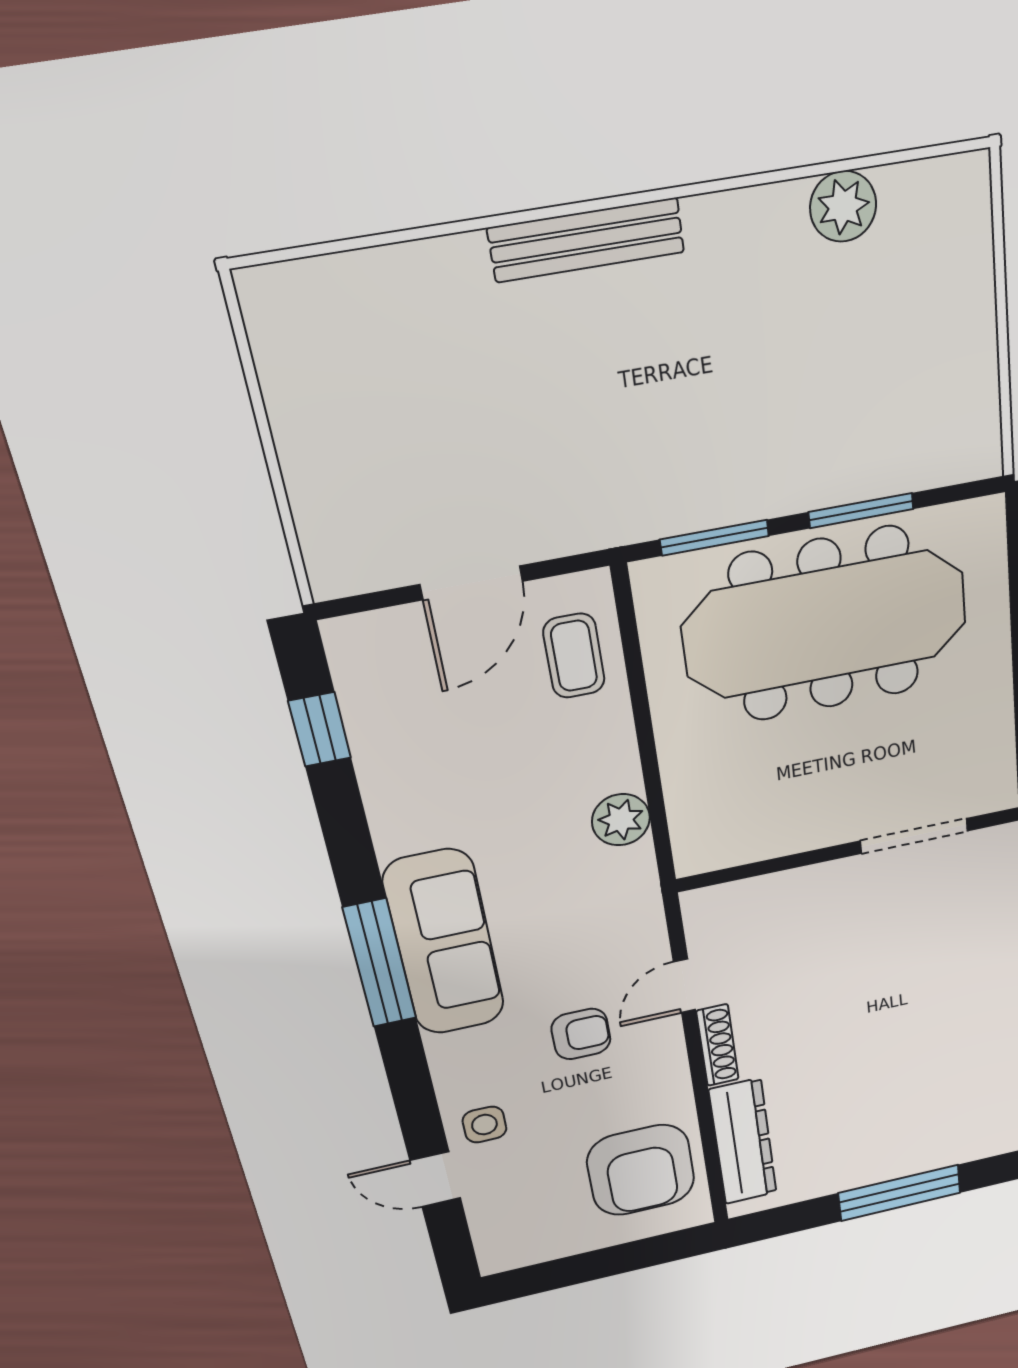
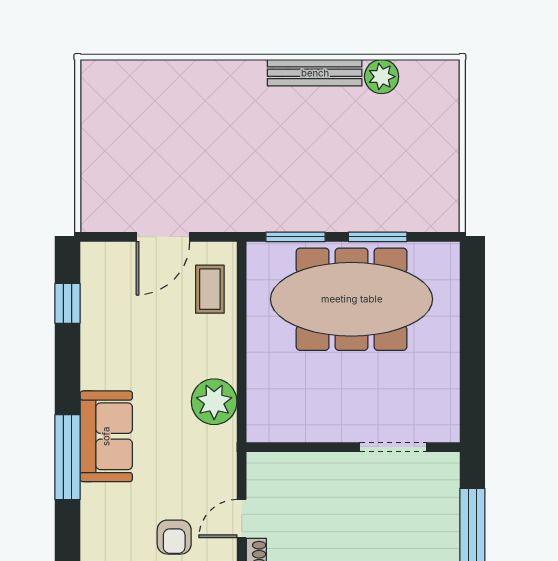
bench: (586, 240) -> (315, 73), moved
plant: (621, 820) -> (214, 402), width x1.36, depth x1.36
sofa: (444, 943) -> (106, 436), width x0.73
armchair: (581, 1034) -> (174, 537), turned 90

